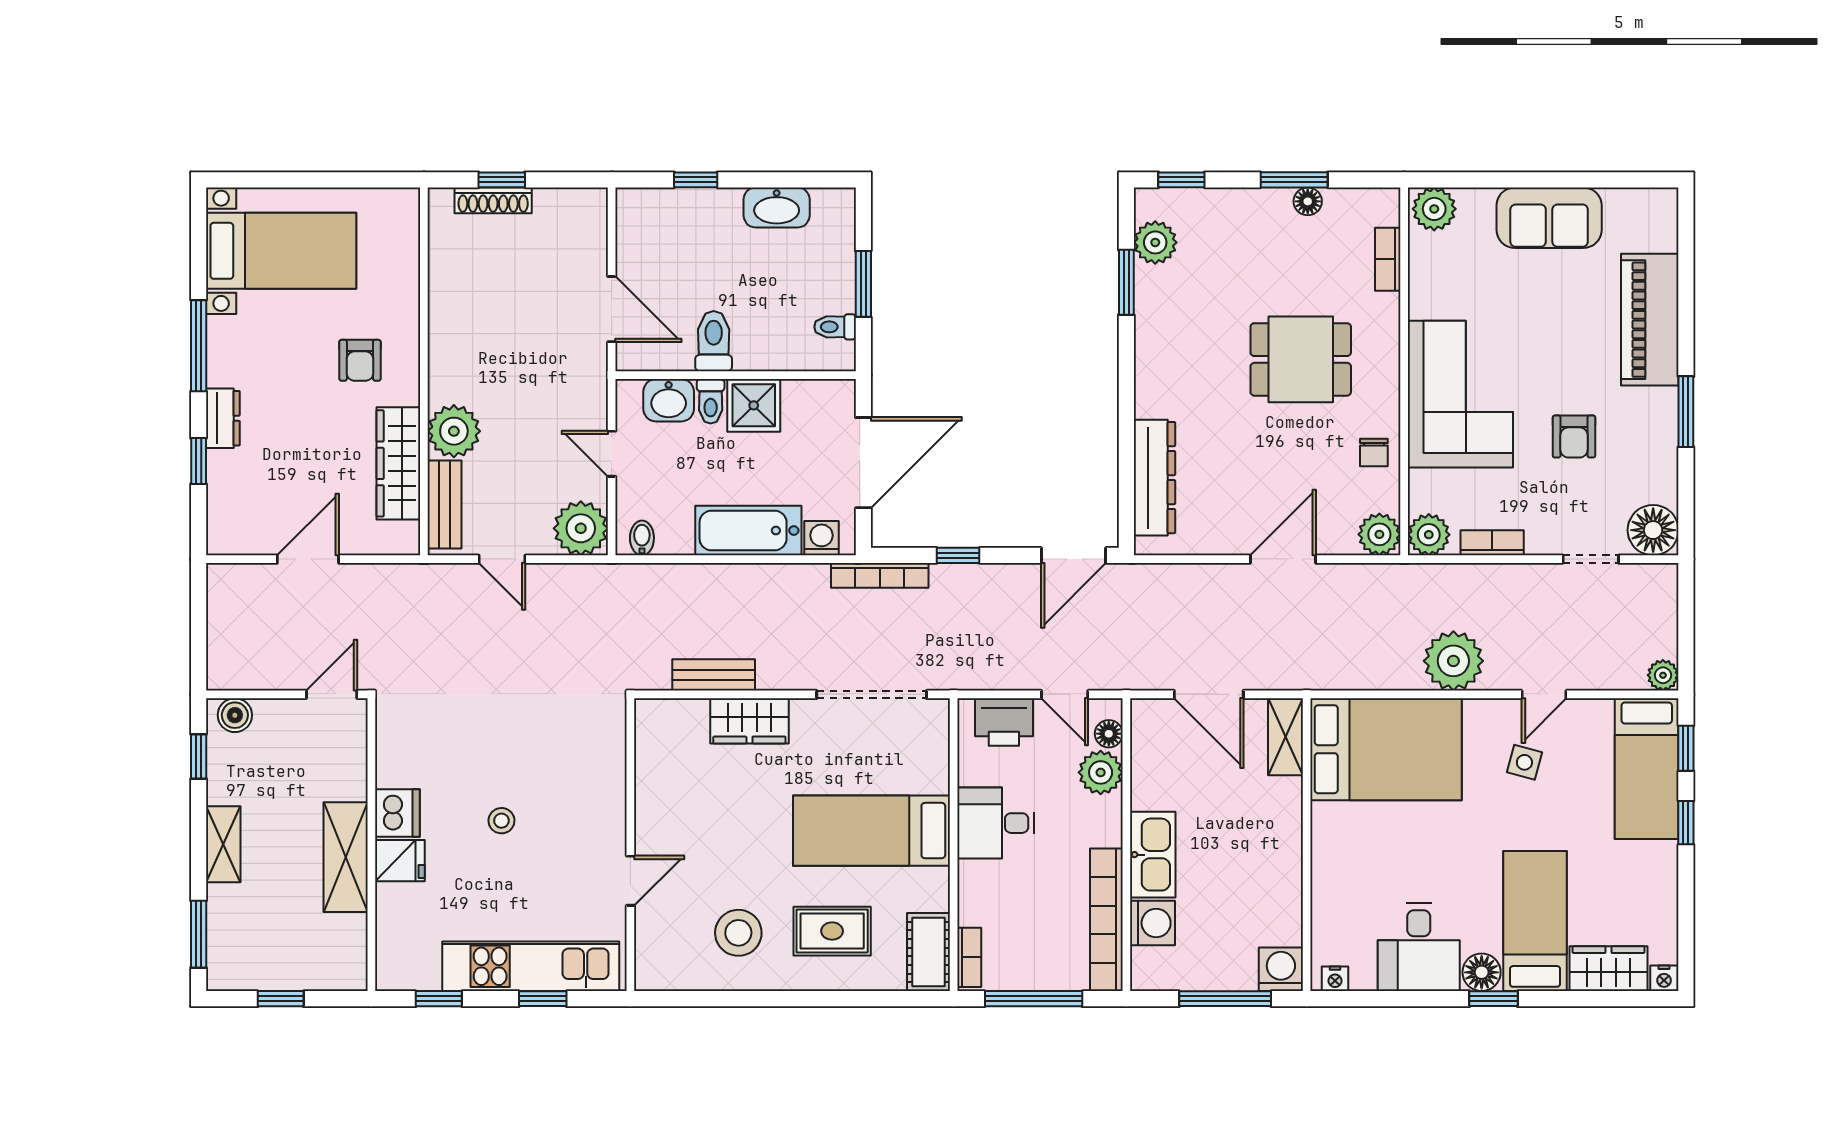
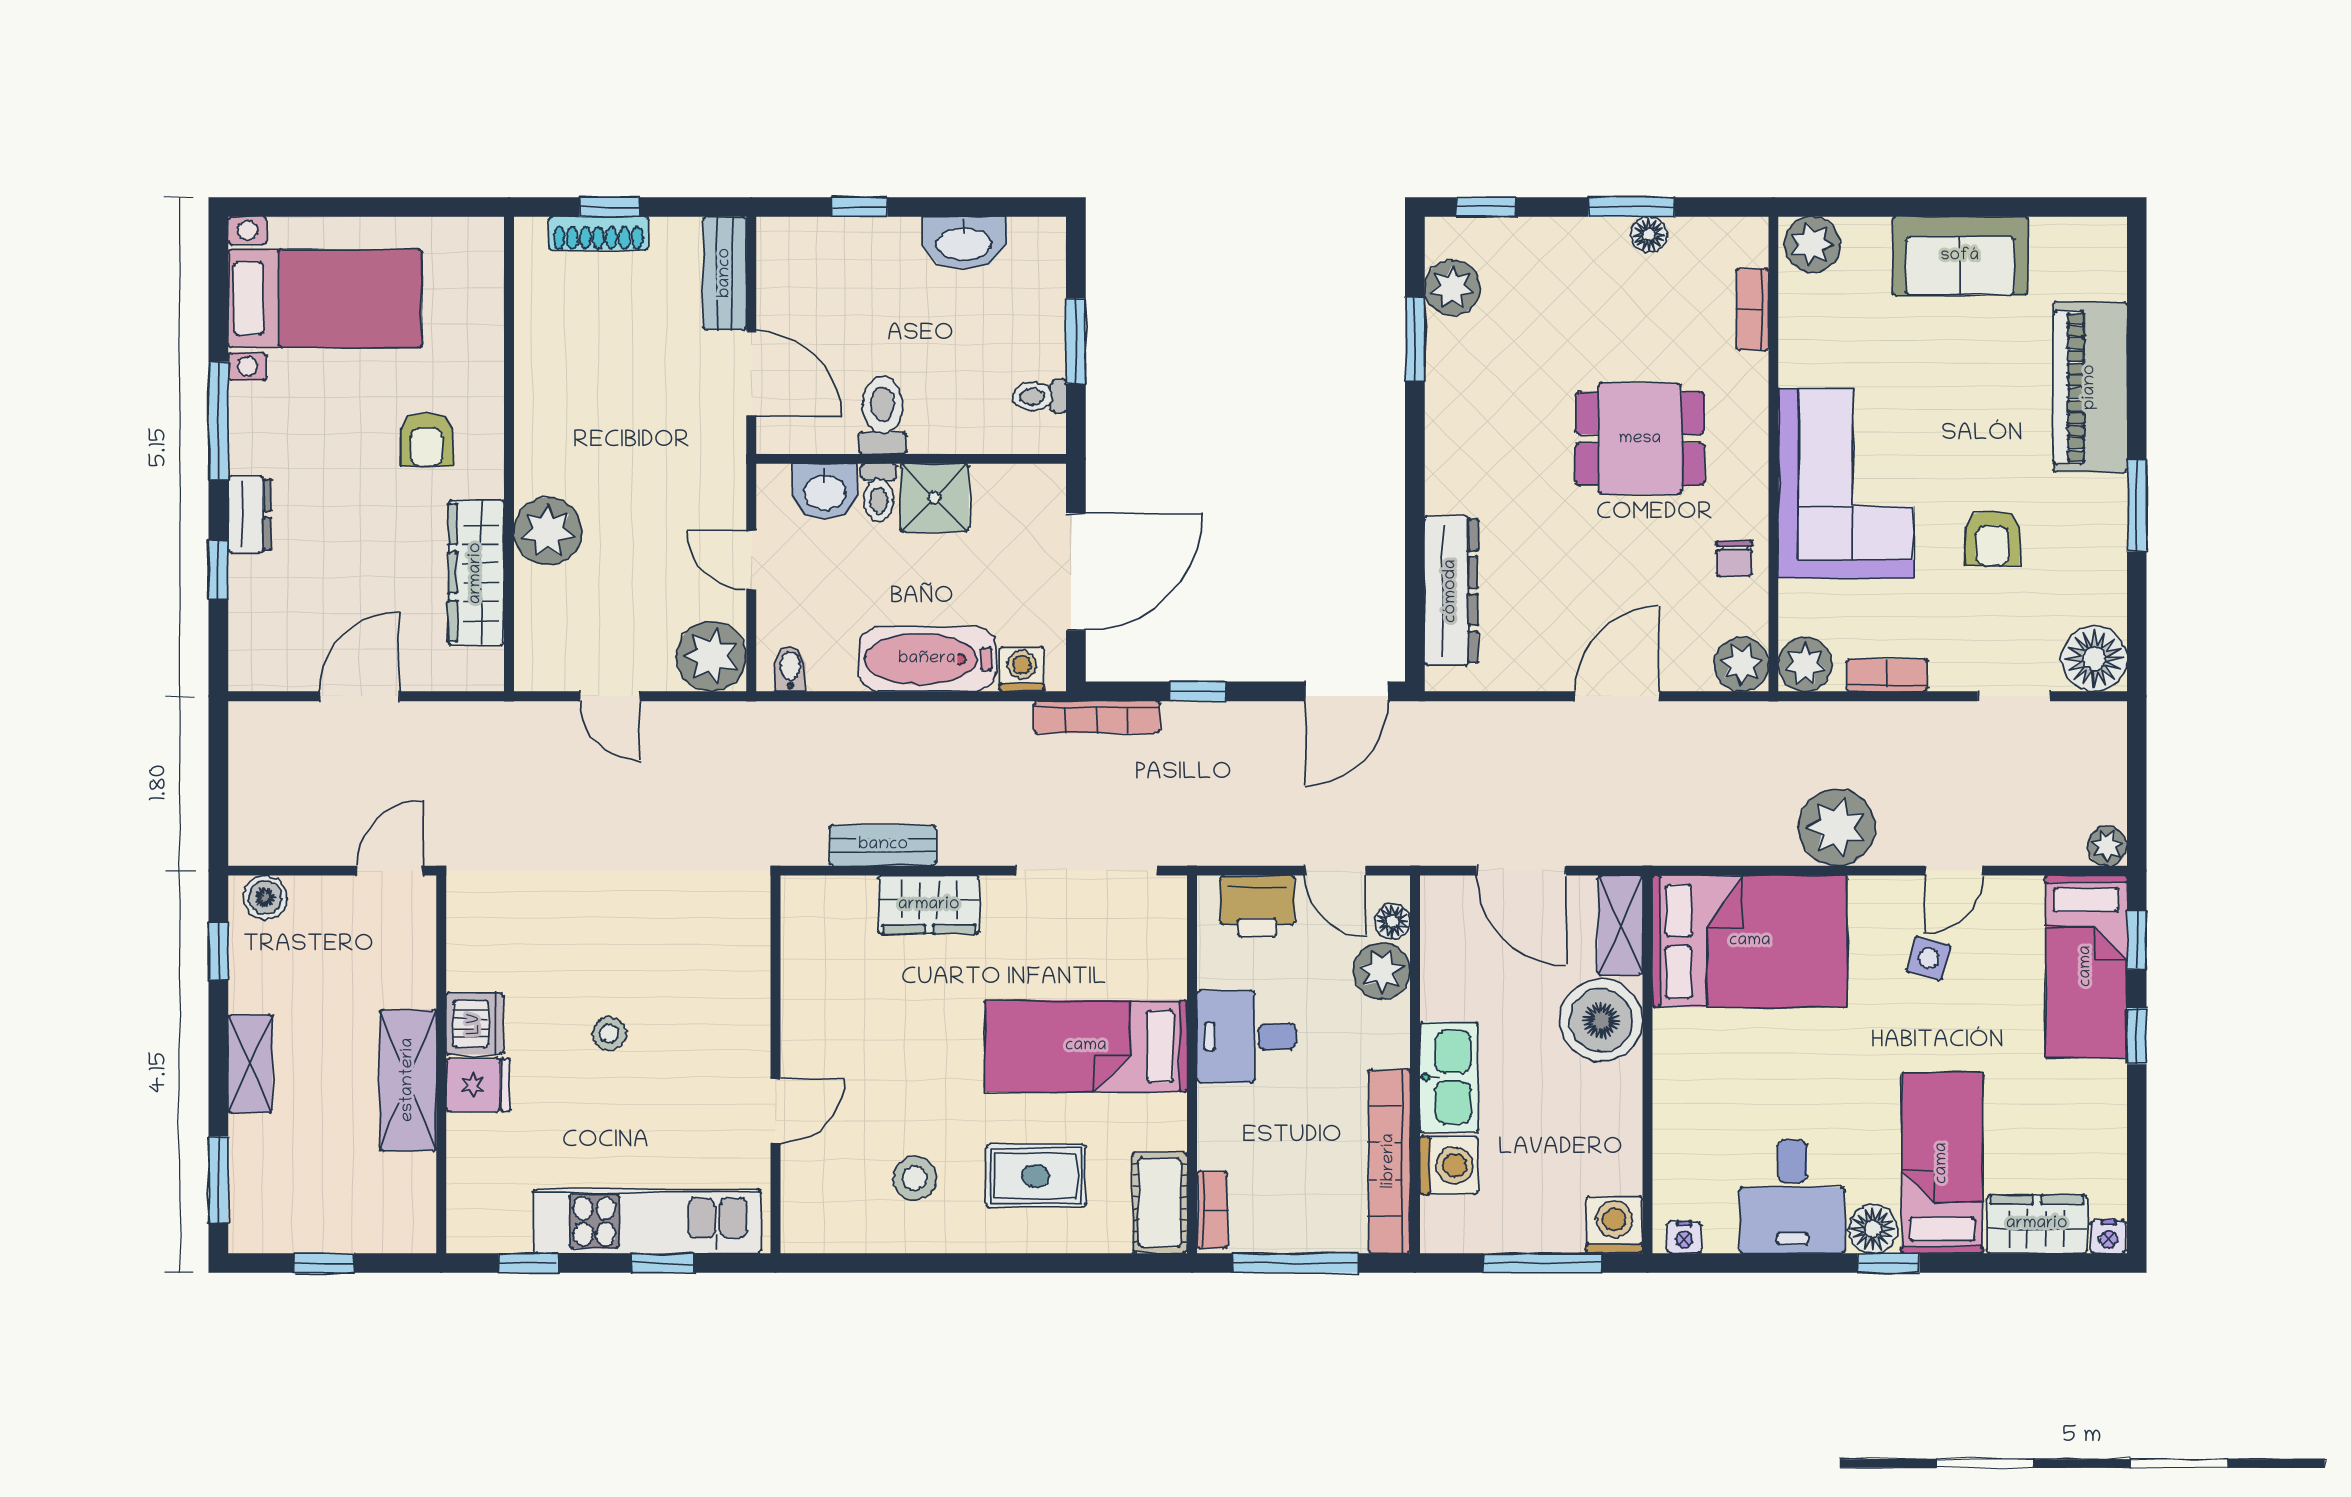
bench: (444, 504) -> (725, 273), moved
boiler: (1271, 811) -> (1601, 1020), added
stool: (738, 933) -> (915, 1178), width x0.73, depth x0.73

